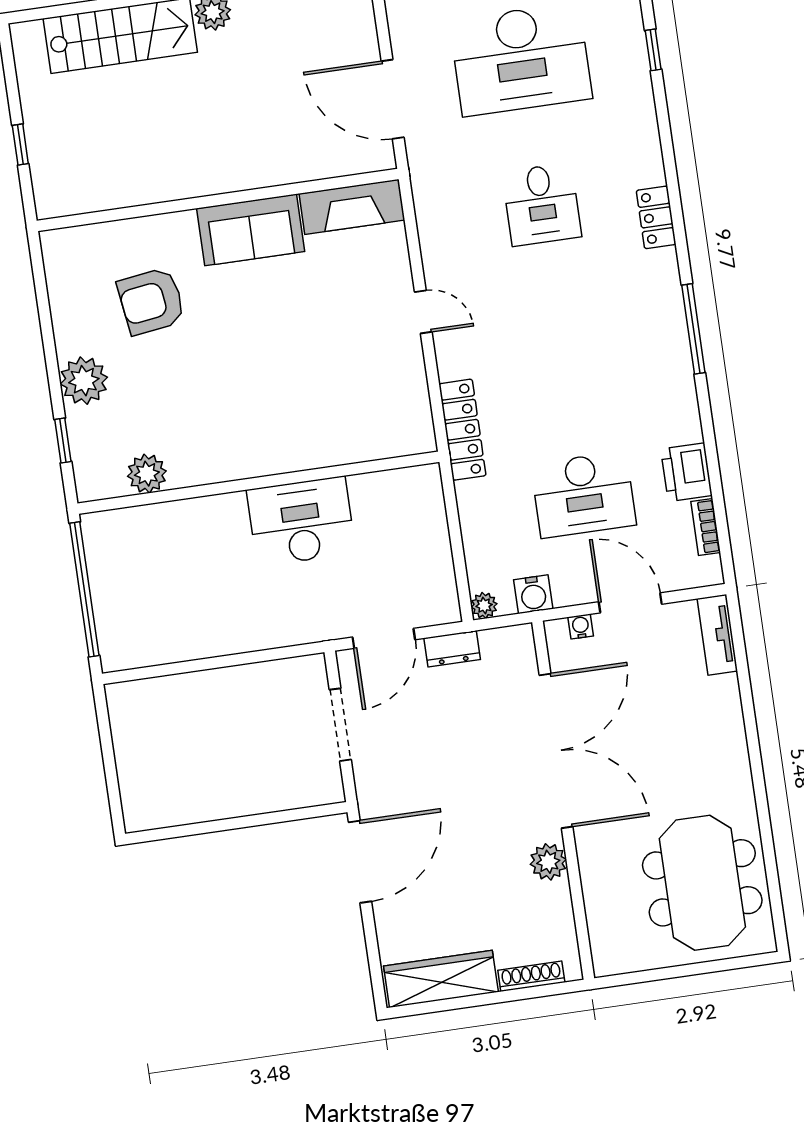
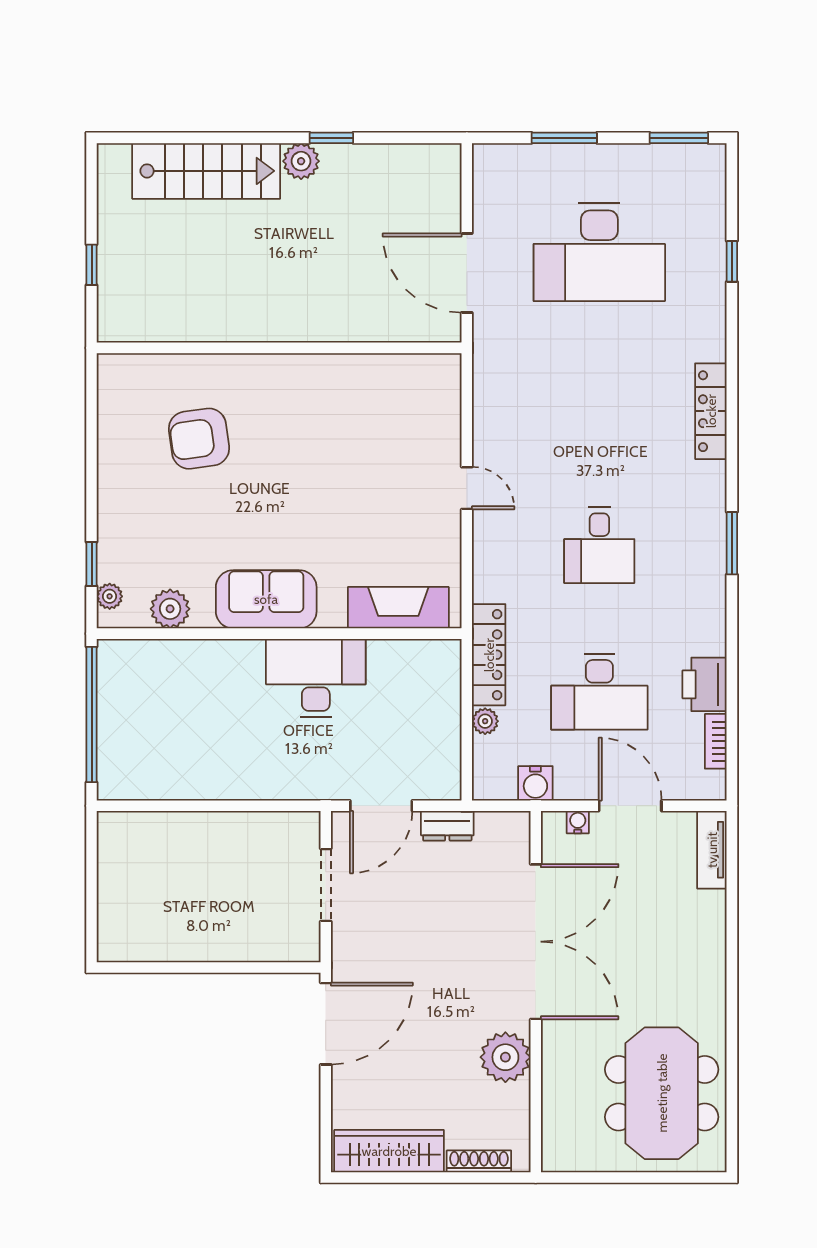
desk: (542, 204) -> (599, 545), moved
fireplace: (352, 207) -> (398, 608), moved, turned 180
locker: (656, 217) -> (711, 411), width x1.53
sofa: (251, 230) -> (266, 599), moved, turned 180
window: (693, 329) -> (732, 543), width x0.69
plant: (84, 381) -> (110, 596), moved, width x0.53, depth x0.53
locker: (462, 430) -> (489, 655), moved
plant: (484, 605) -> (485, 721), moved
plant: (548, 862) -> (505, 1057), width x1.36, depth x1.36

